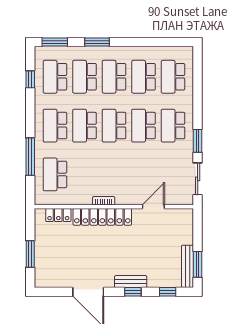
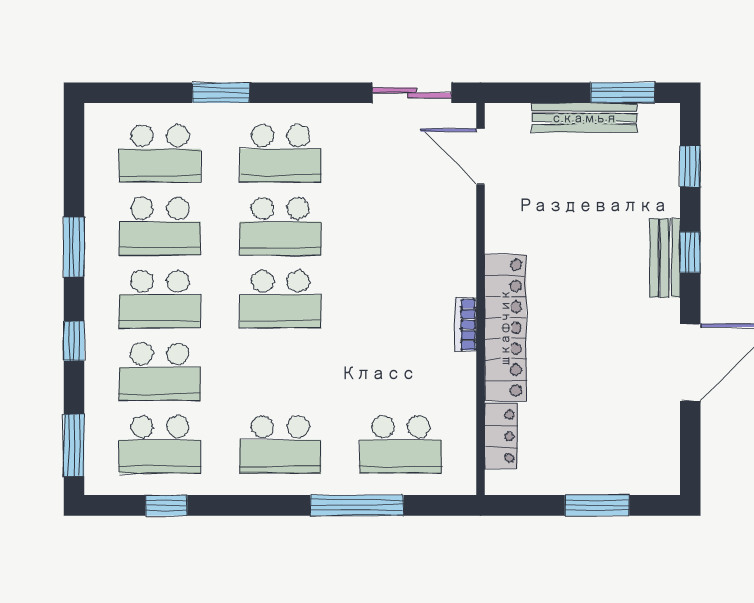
window: (97, 42) -> (74, 341), width x0.67
window: (135, 42) -> (74, 247), added
school desk: (84, 126) -> (280, 372), removed
window: (198, 141) -> (221, 93), moved
door: (153, 207) -> (481, 156), moved
bench: (188, 266) -> (584, 118), moved

